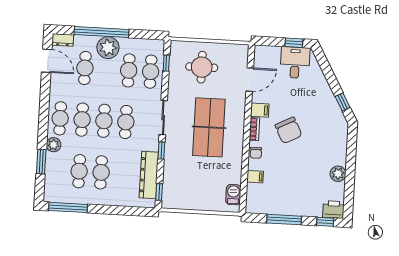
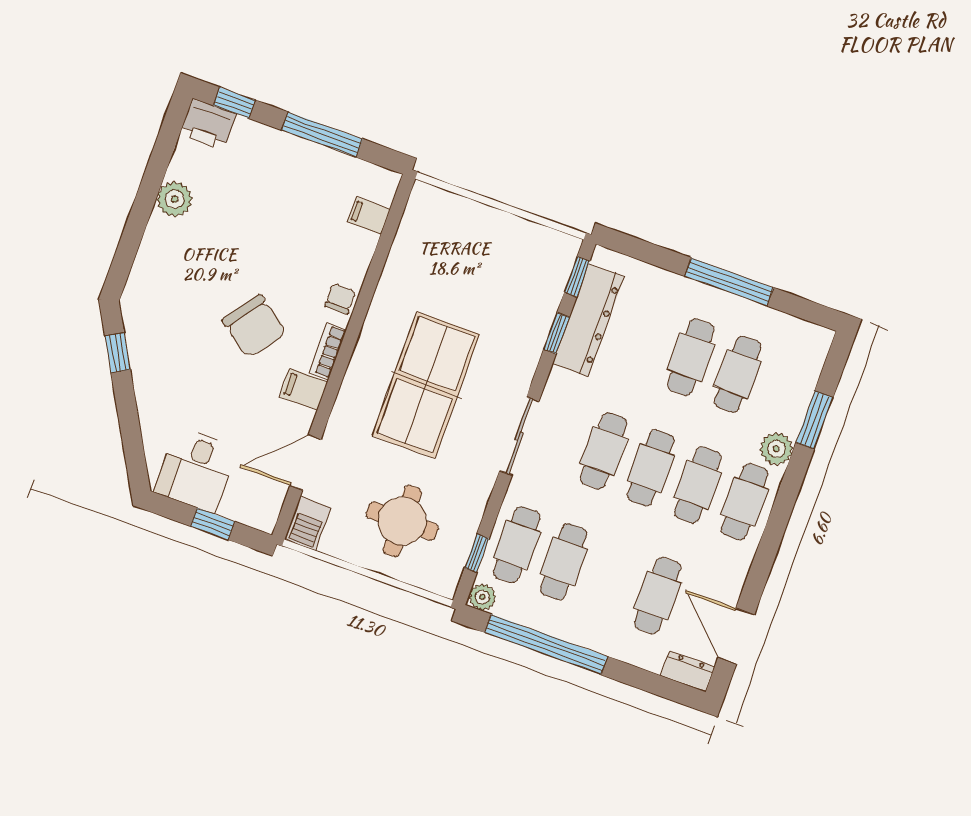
window: (102, 32) -> (546, 645), moved
window: (294, 43) -> (213, 524), moved
plant: (108, 48) -> (482, 597), moved, width x0.53, depth x0.53
chair: (289, 130) -> (254, 326), turned 153
window: (161, 150) -> (557, 333), moved
filing cabinet: (255, 177) -> (369, 216), moved
barbecue: (233, 195) -> (308, 523), moved
window: (68, 207) -> (729, 282), moved

